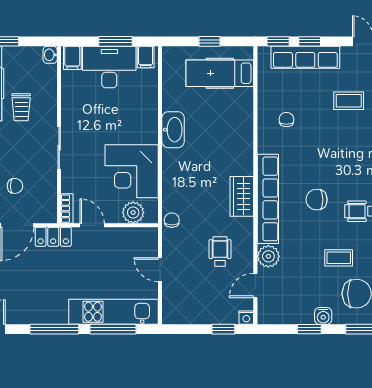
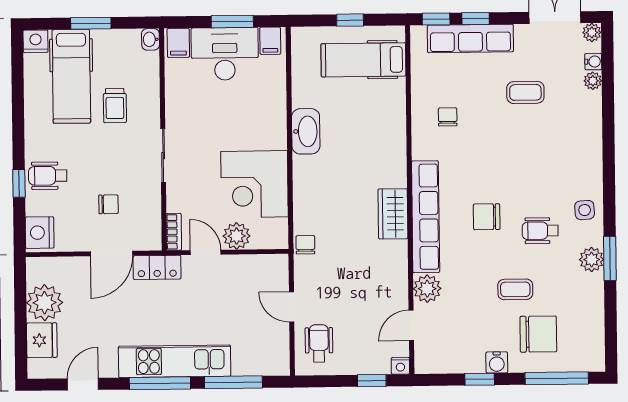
plant: (133, 213) -> (237, 236), moved
wheelchair: (220, 251) -> (319, 343), moved
kitchen unit: (114, 312) -> (175, 361), moved

